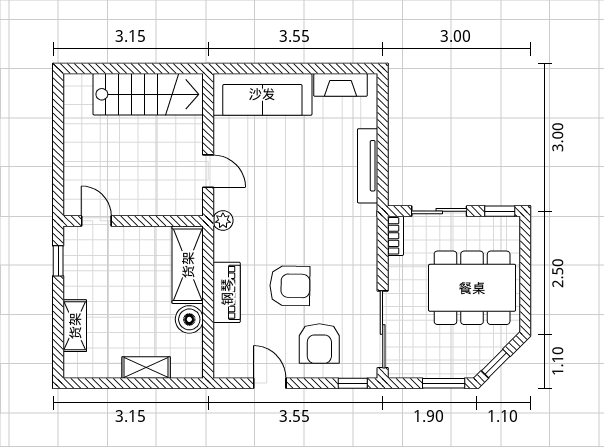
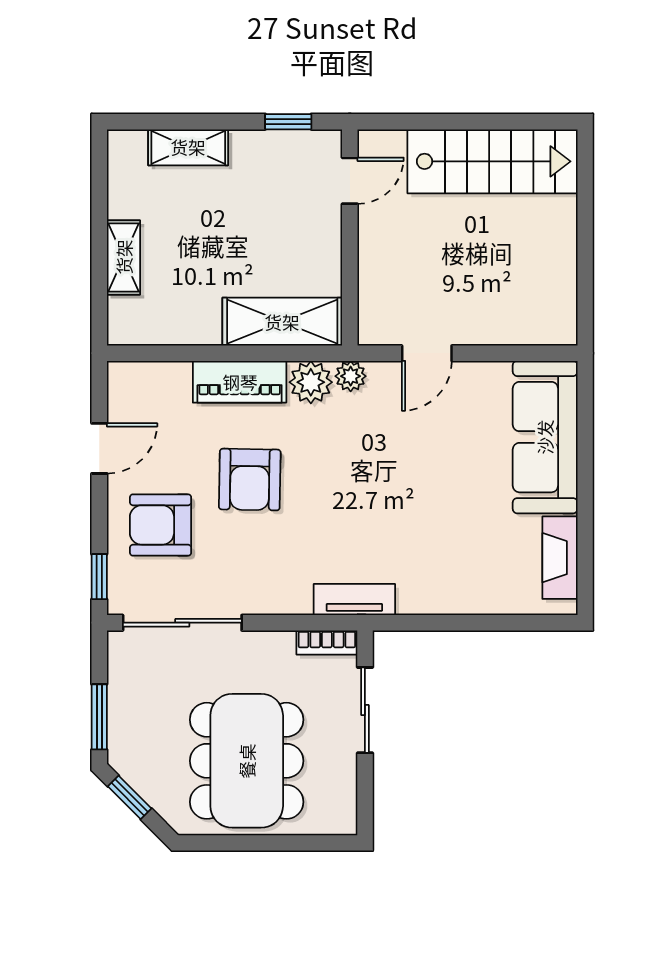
stairs: (148, 94) -> (493, 161), moved, turned -90
tv unit: (368, 166) -> (354, 600), moved, width x0.71
window: (500, 211) -> (365, 804), removed
plant: (227, 246) -> (311, 382), added
boiler: (189, 319) -> (198, 324), removed

